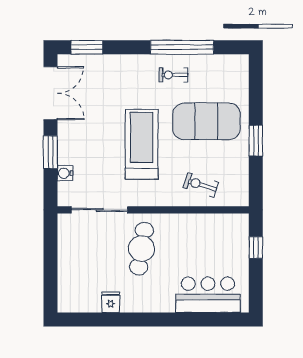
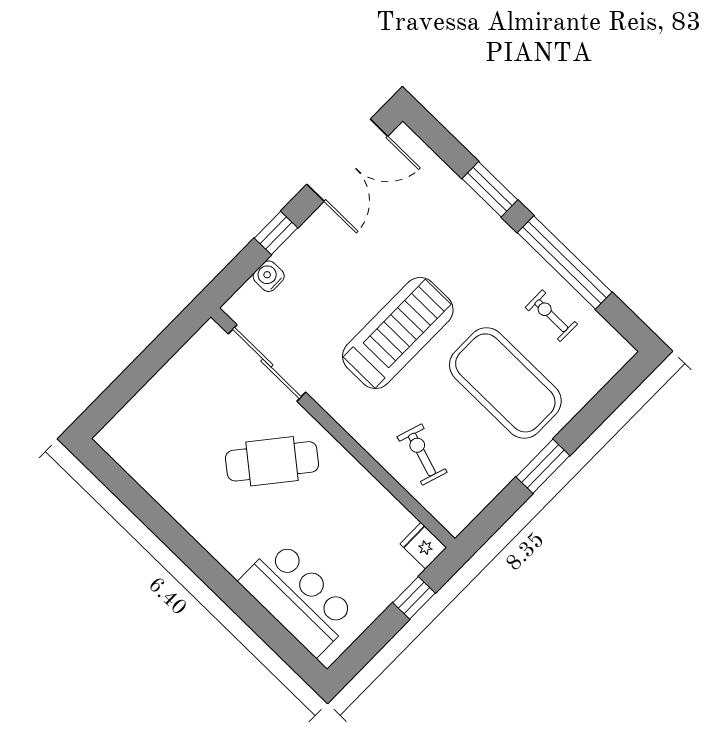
window: (87, 47) -> (490, 189), moved
exercise bike: (173, 75) -> (551, 316), moved
window: (50, 152) -> (276, 233), width x0.67
cafe table: (141, 249) -> (272, 461), turned 30
fridge: (111, 302) -> (423, 546), moved, turned -90

